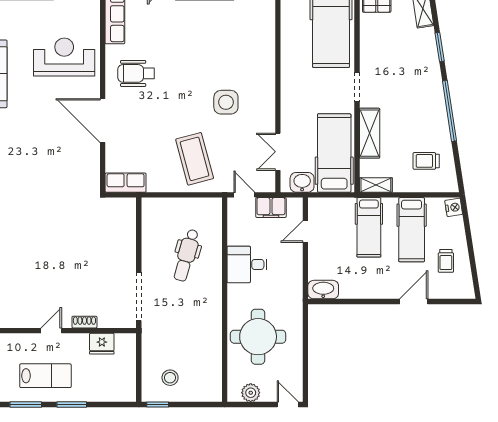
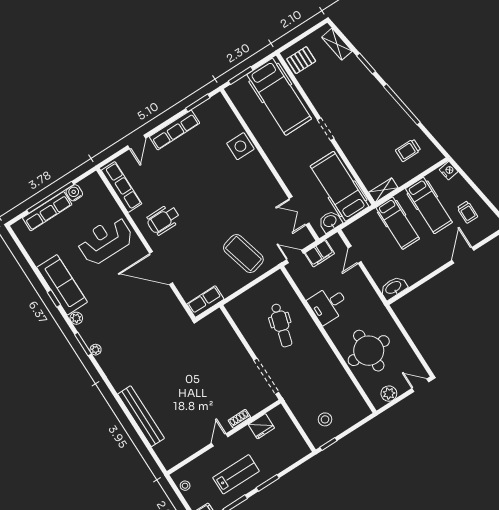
side table: (226, 102) -> (240, 146), moved
shelving: (370, 133) -> (356, 156), removed

